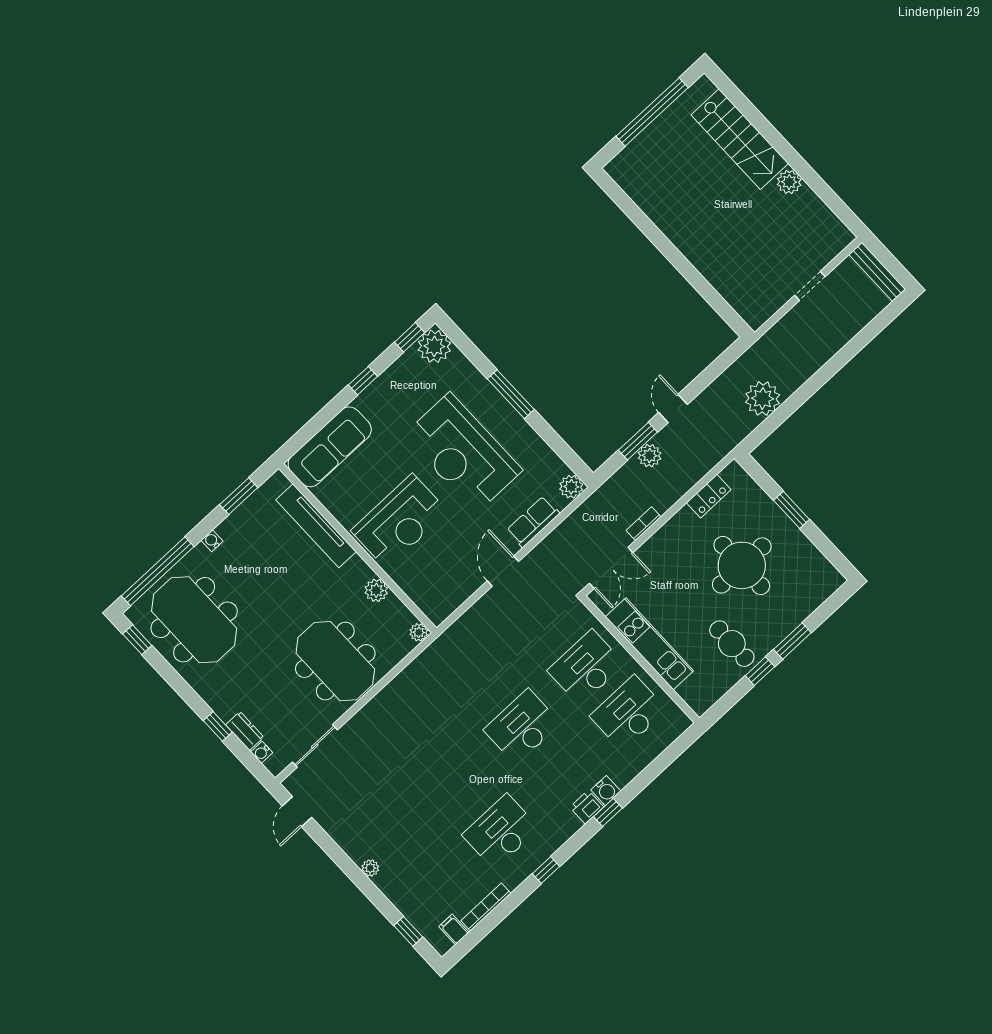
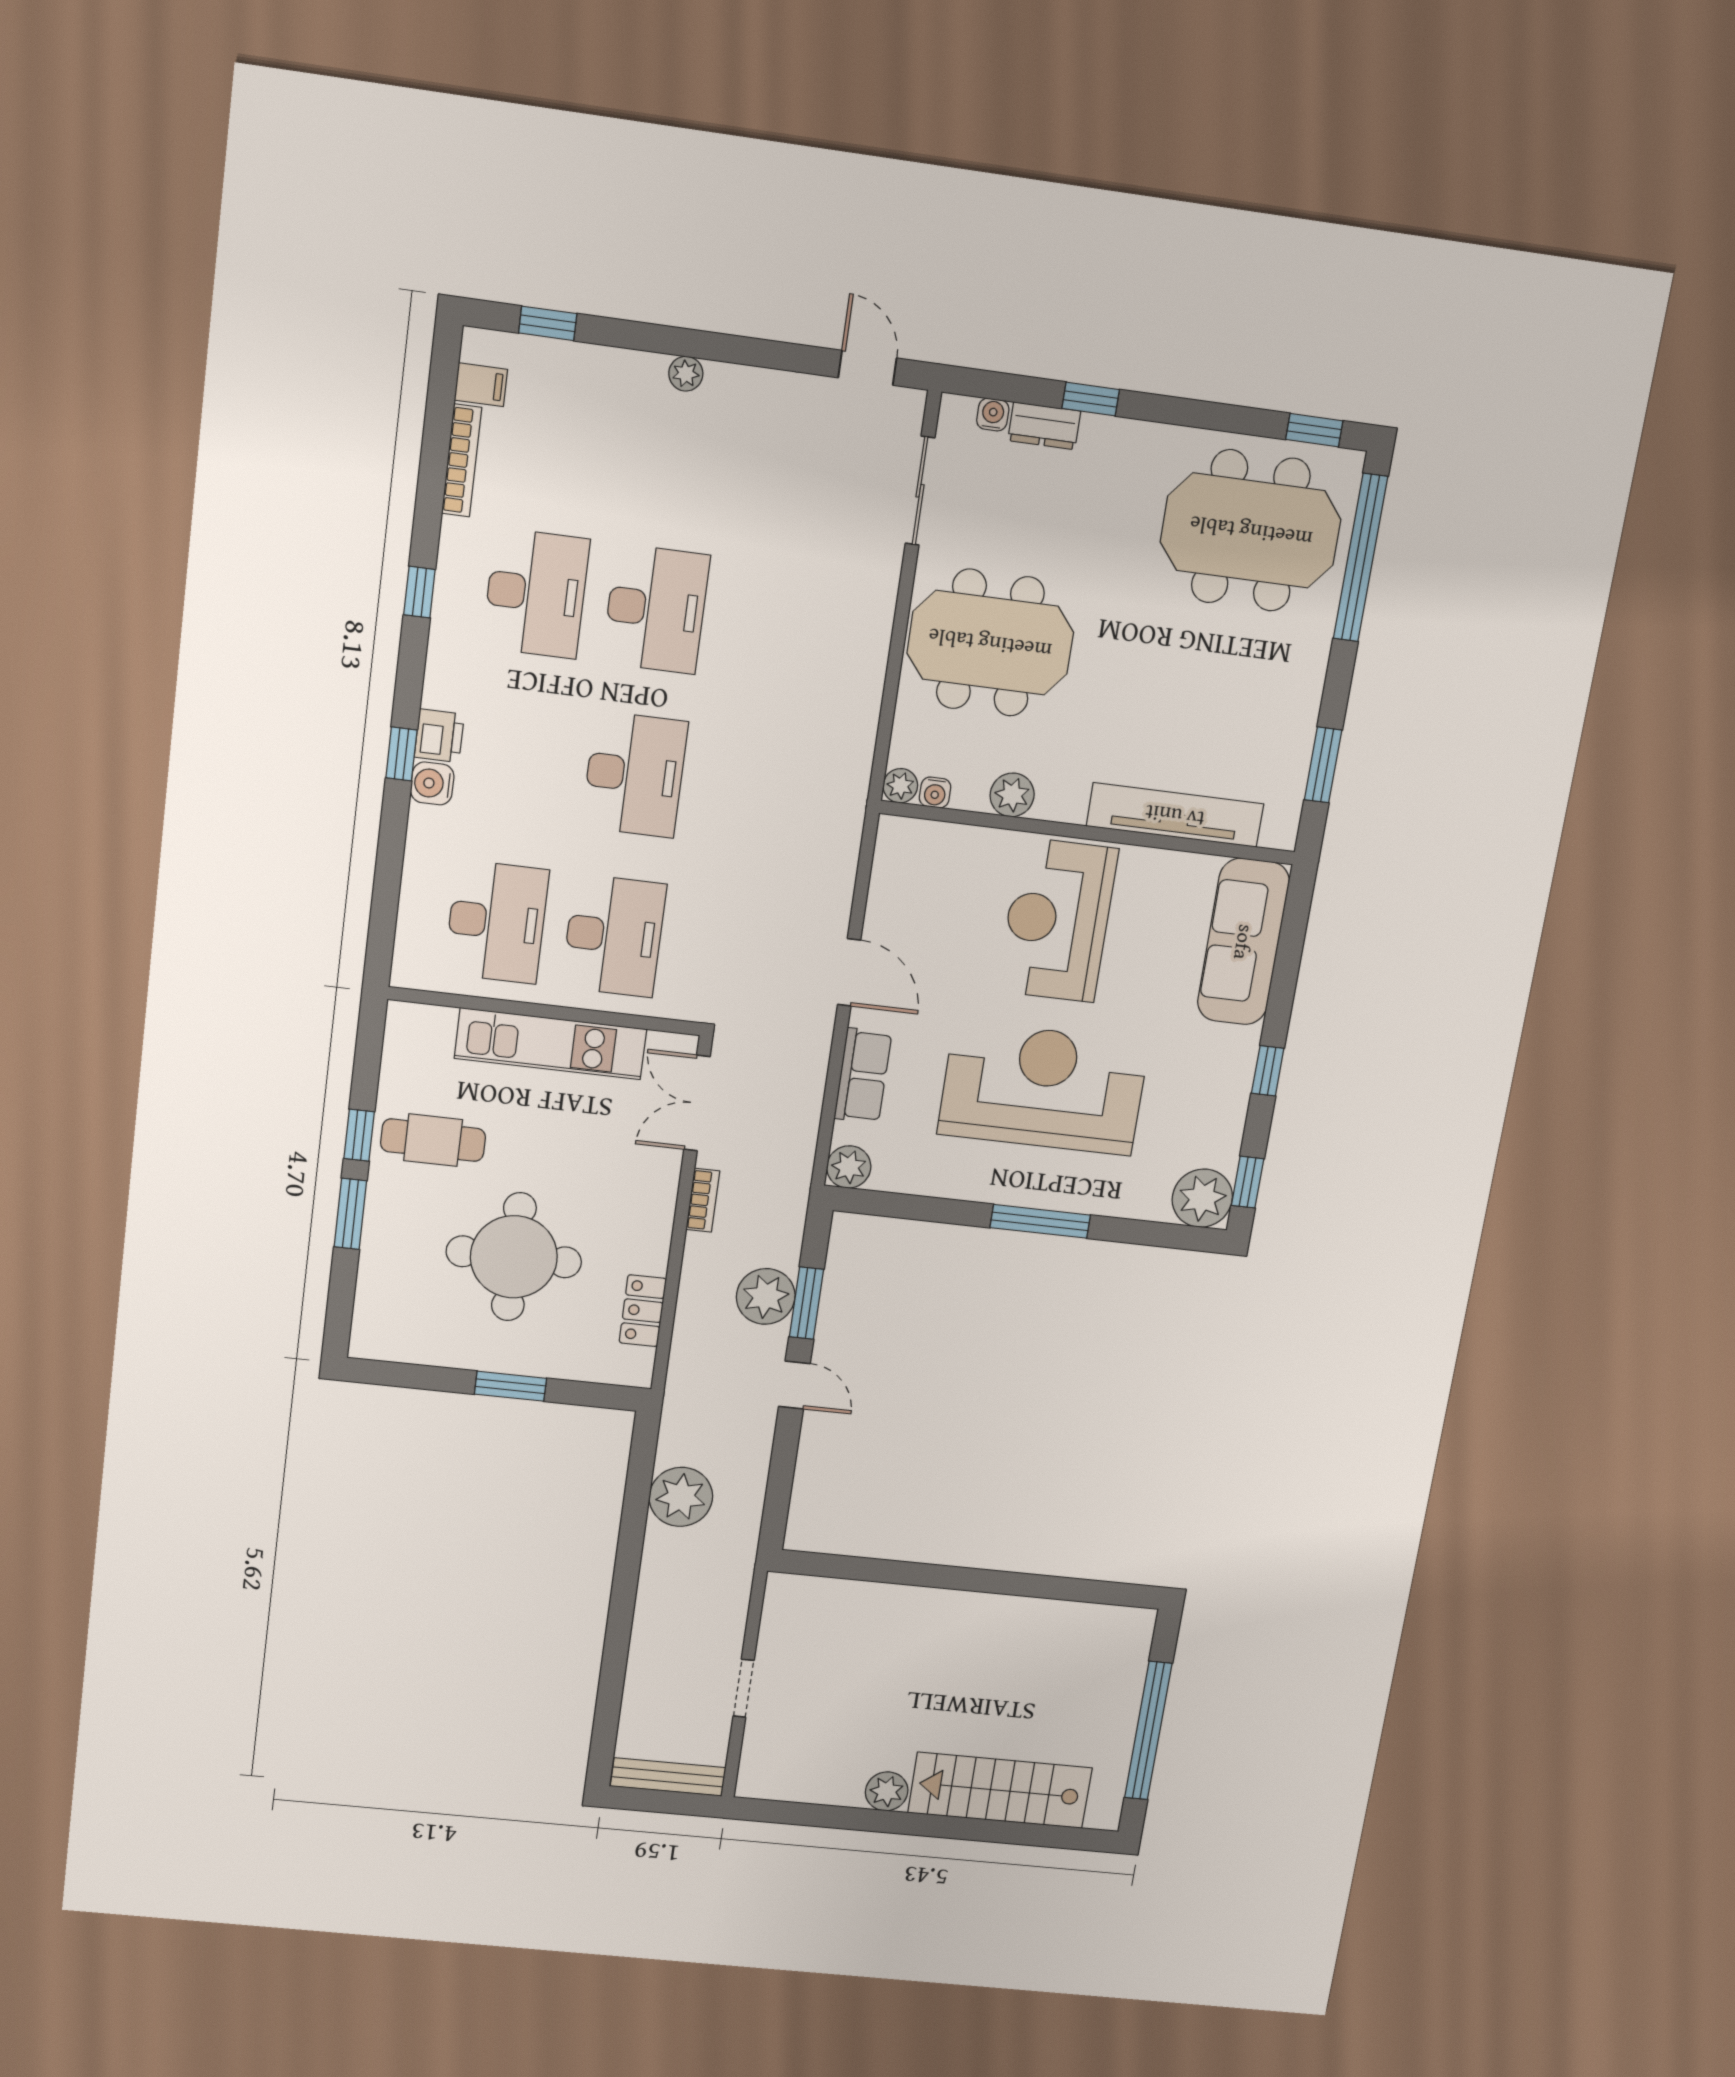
plant: (650, 456) -> (766, 1296), width x1.36, depth x1.36
water cooler: (212, 541) -> (935, 792), moved, turned 90
desk: (458, 786) -> (656, 609), added

